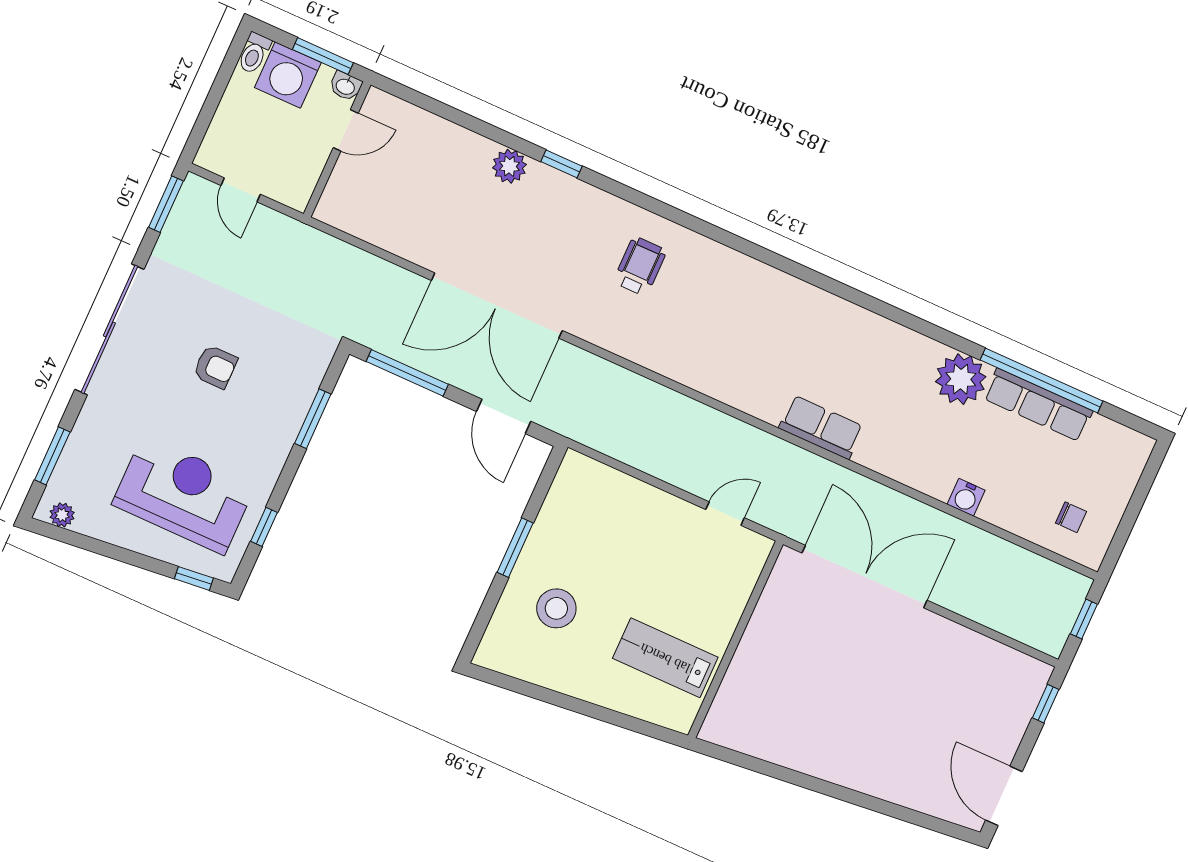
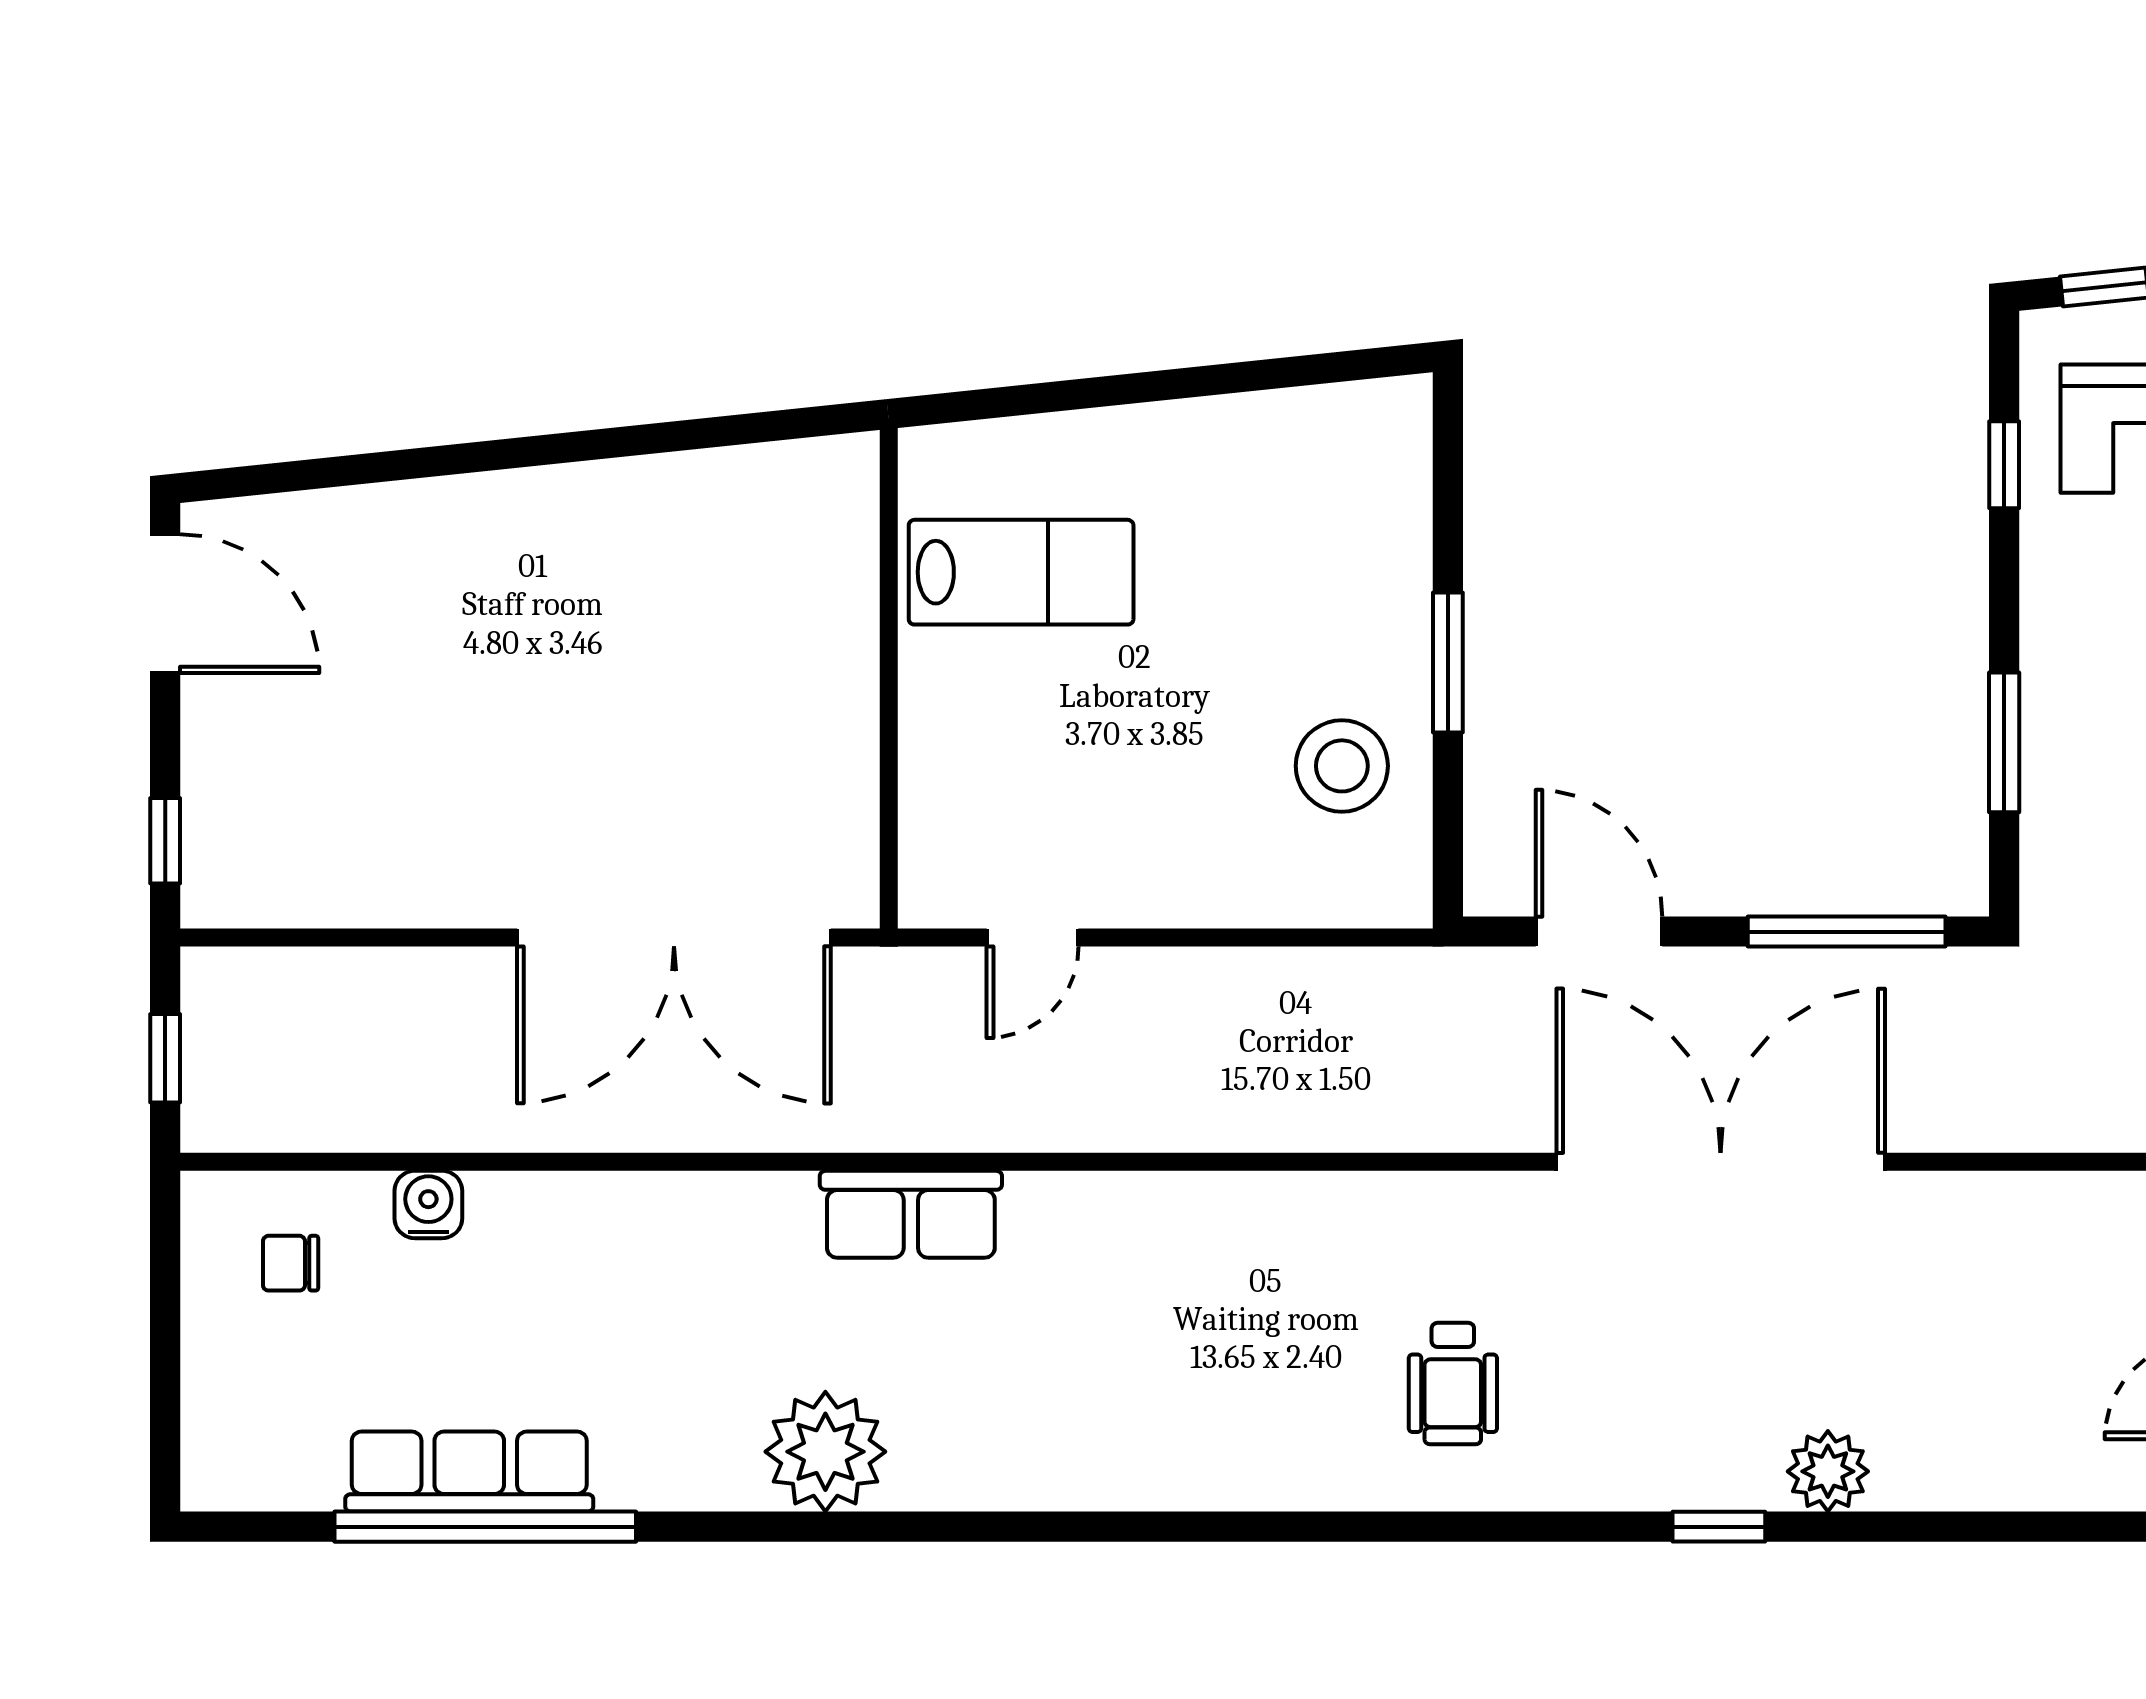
plant: (961, 379) -> (825, 1452), moved
water cooler: (966, 497) -> (428, 1205), moved
stool: (556, 608) -> (1342, 766), moved

